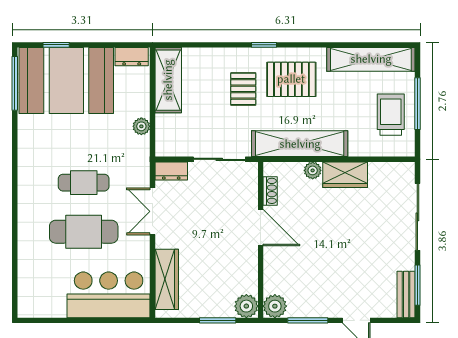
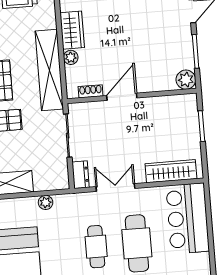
double door: (153, 211) -> (115, 188), swing flipped
plant: (246, 306) -> (188, 103), removed

